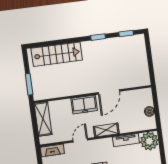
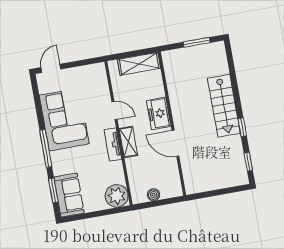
stairs: (57, 54) -> (224, 106), moved
window: (29, 84) -> (197, 42), moved
tv unit: (126, 140) -> (113, 144), moved
fireplace: (52, 150) -> (101, 77), removed

